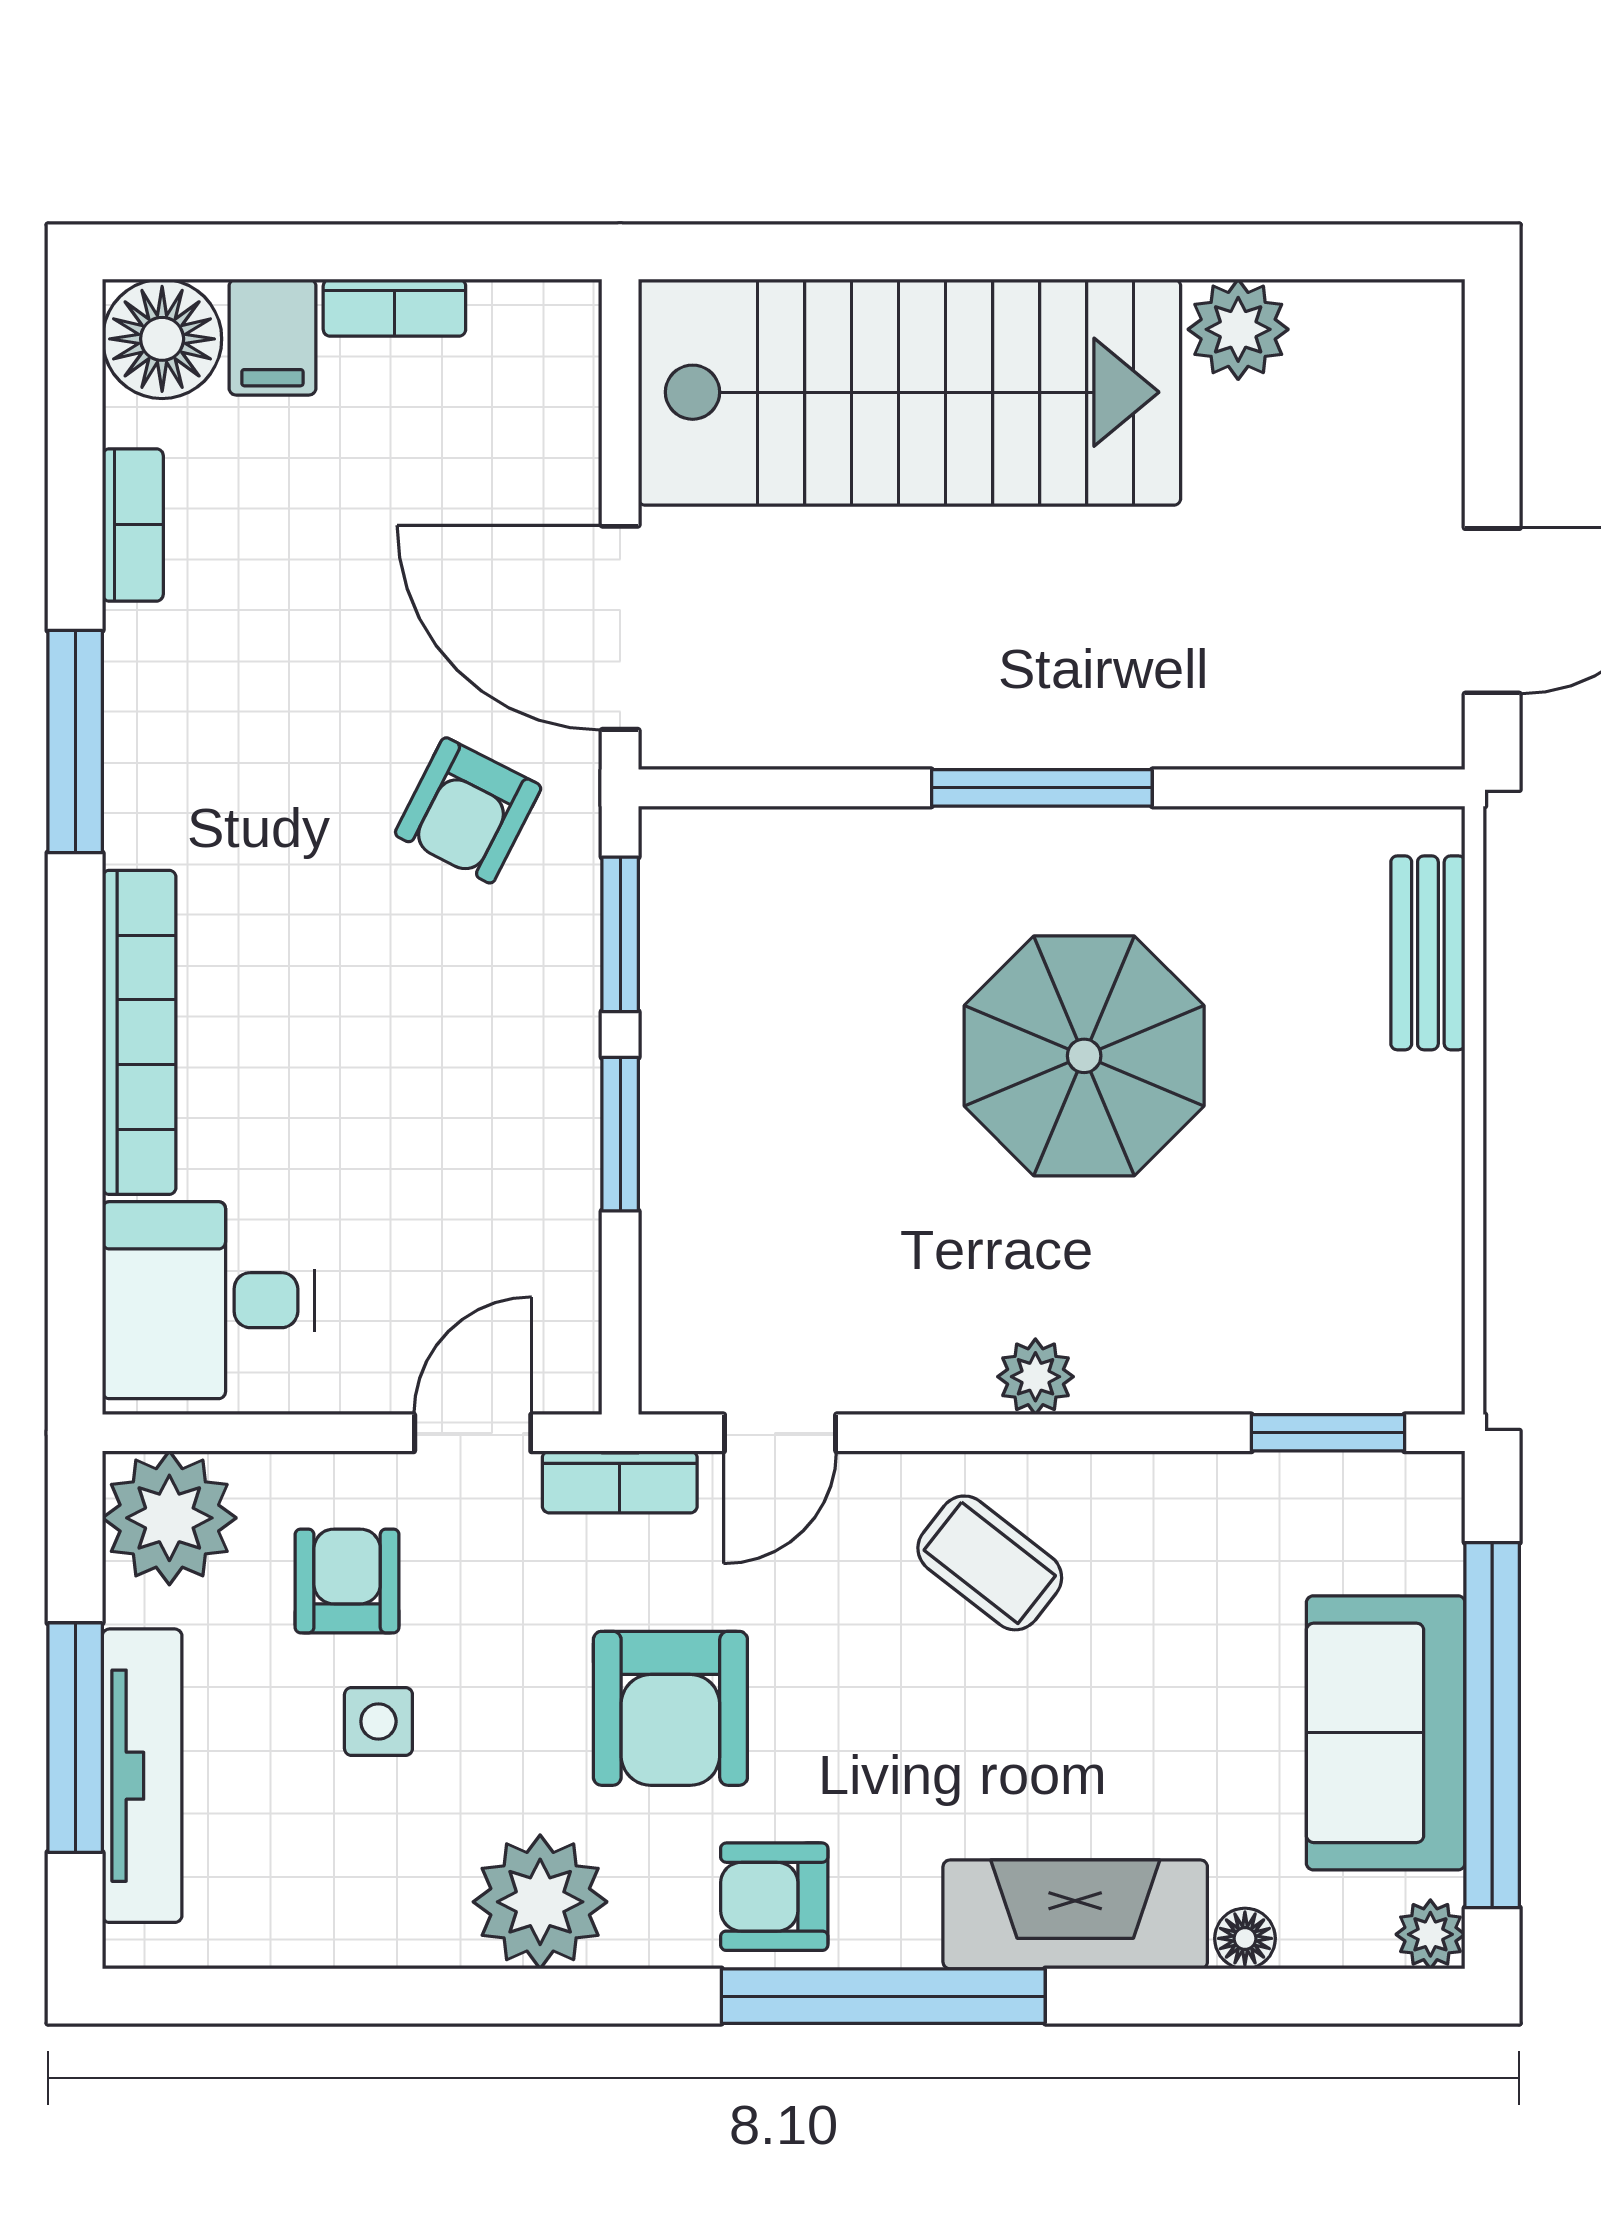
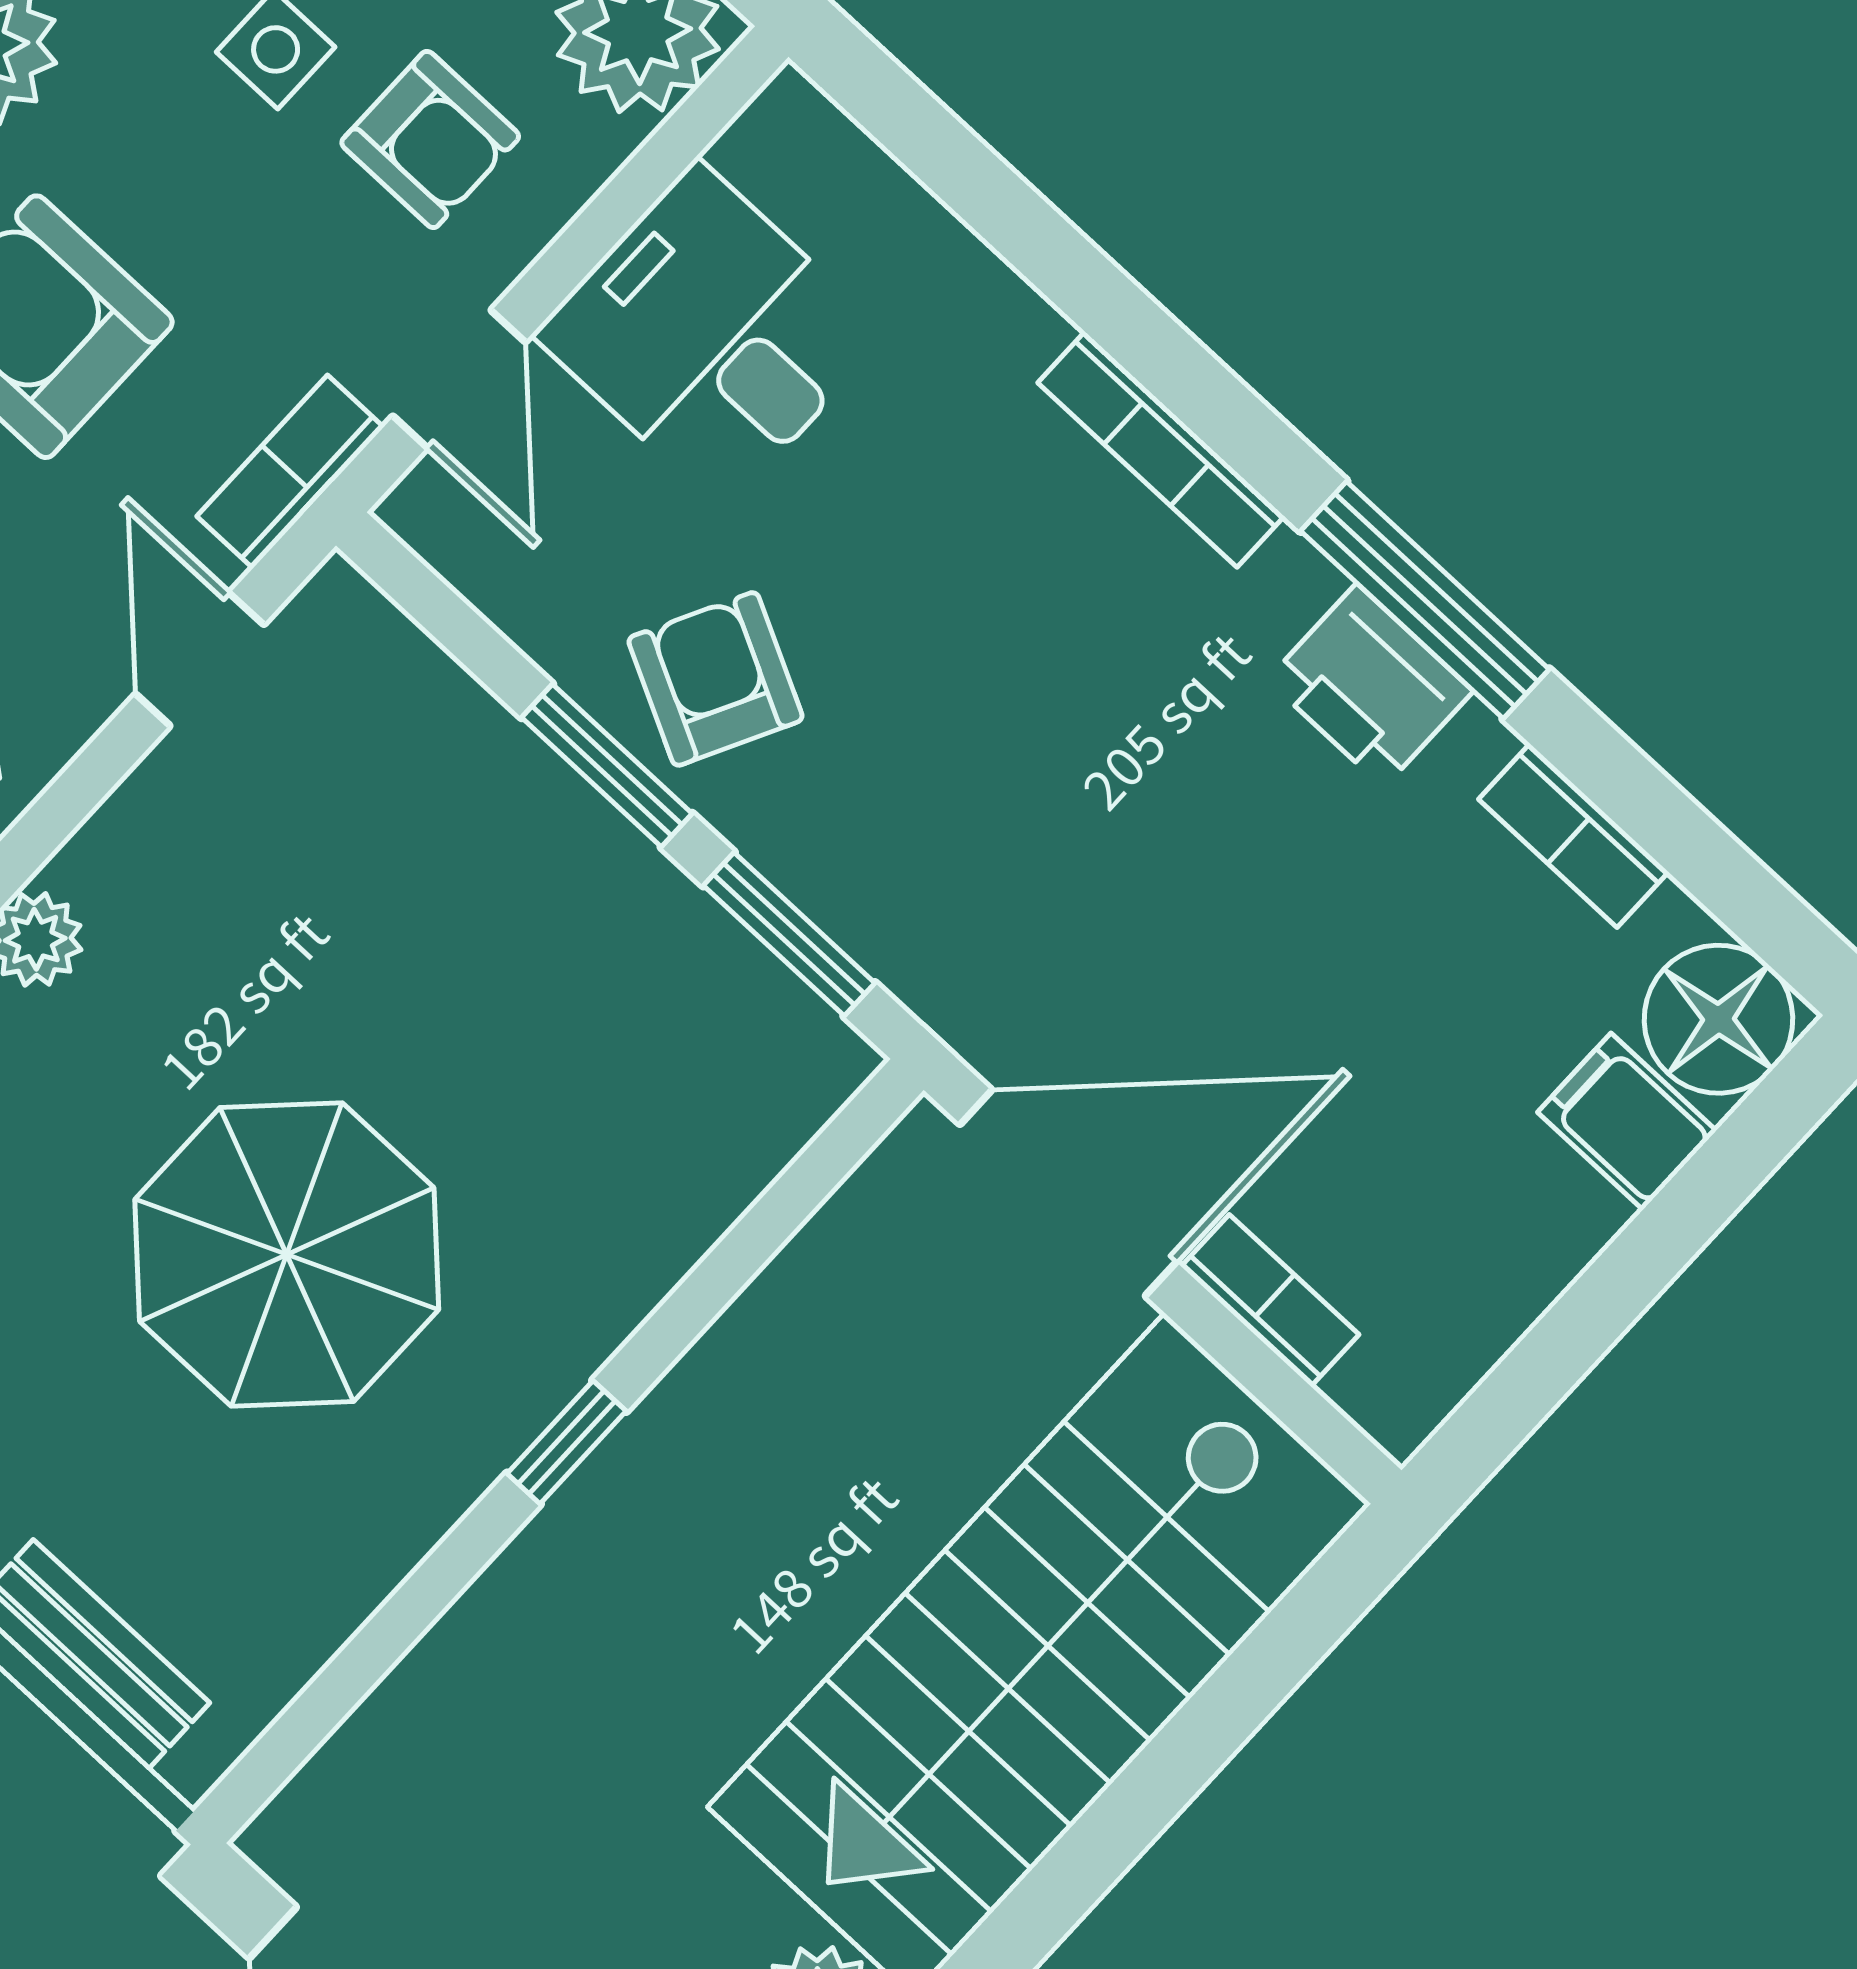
bookcase: (394, 308) -> (1270, 1301), moved, turned 90
printer: (155, 727) -> (1370, 685), added
window: (1042, 788) -> (567, 1442), width x0.46
armchair: (468, 810) -> (715, 679), moved
bookcase: (139, 1032) -> (1161, 449), width x0.68, depth x0.76
desk: (209, 1300) -> (710, 335), moved, turned -90

